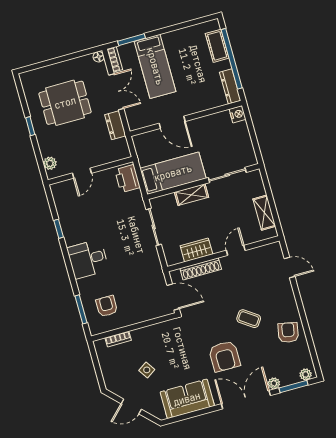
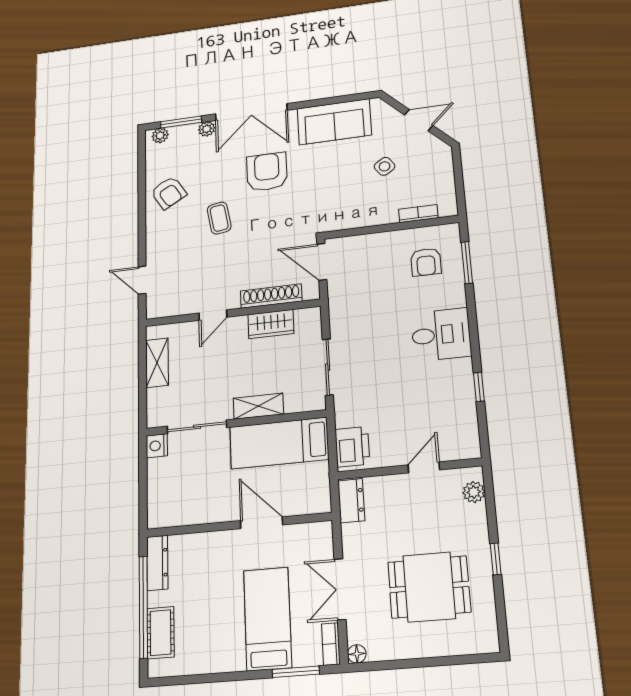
nightstand: (238, 114) -> (157, 446), moved
dresser: (115, 125) -> (351, 501), moved
coffee table: (249, 319) -> (219, 218), turned 46
armchair: (288, 332) -> (169, 193), turned -42

